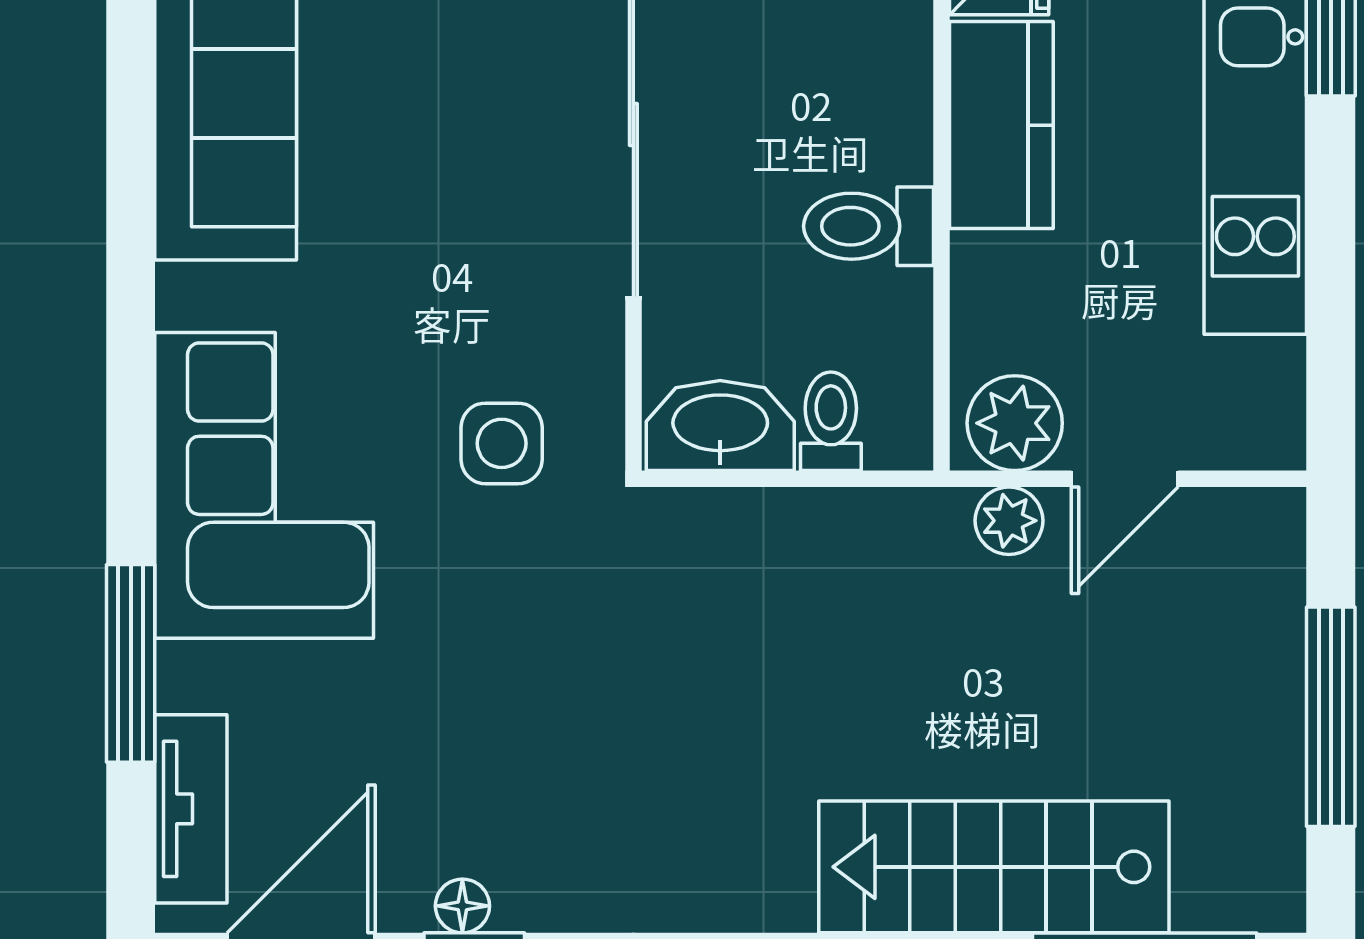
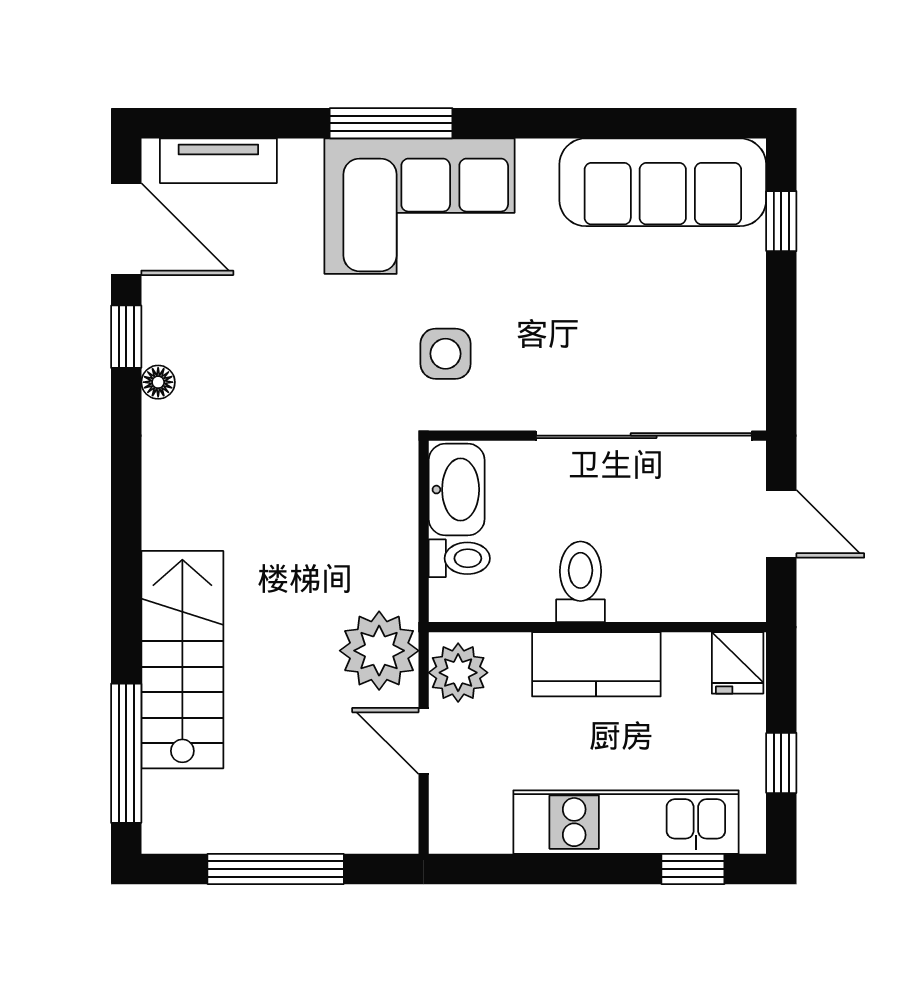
kitchen counter: (1001, 125) -> (596, 664), moved
plant: (1009, 521) -> (379, 651), width x1.87, depth x1.87
window: (131, 663) -> (391, 123), moved
floor lamp: (462, 906) -> (158, 382), moved

